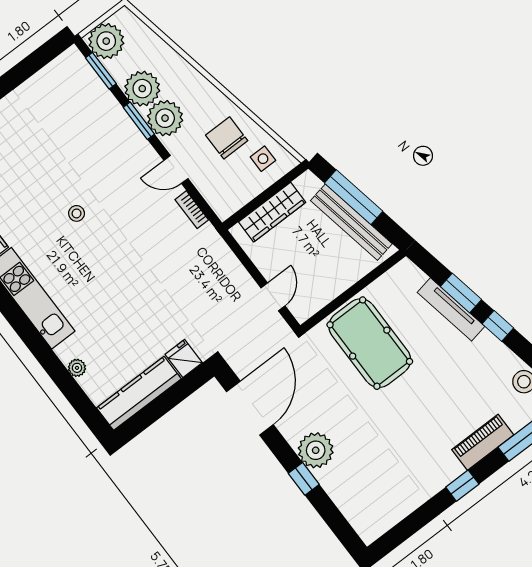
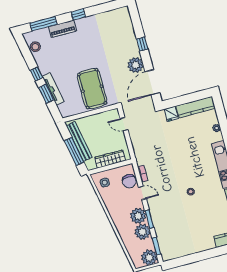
chair: (227, 138) -> (129, 181), moved
door: (273, 297) -> (124, 124), hinge flipped
plant: (316, 450) -> (136, 65), moved

